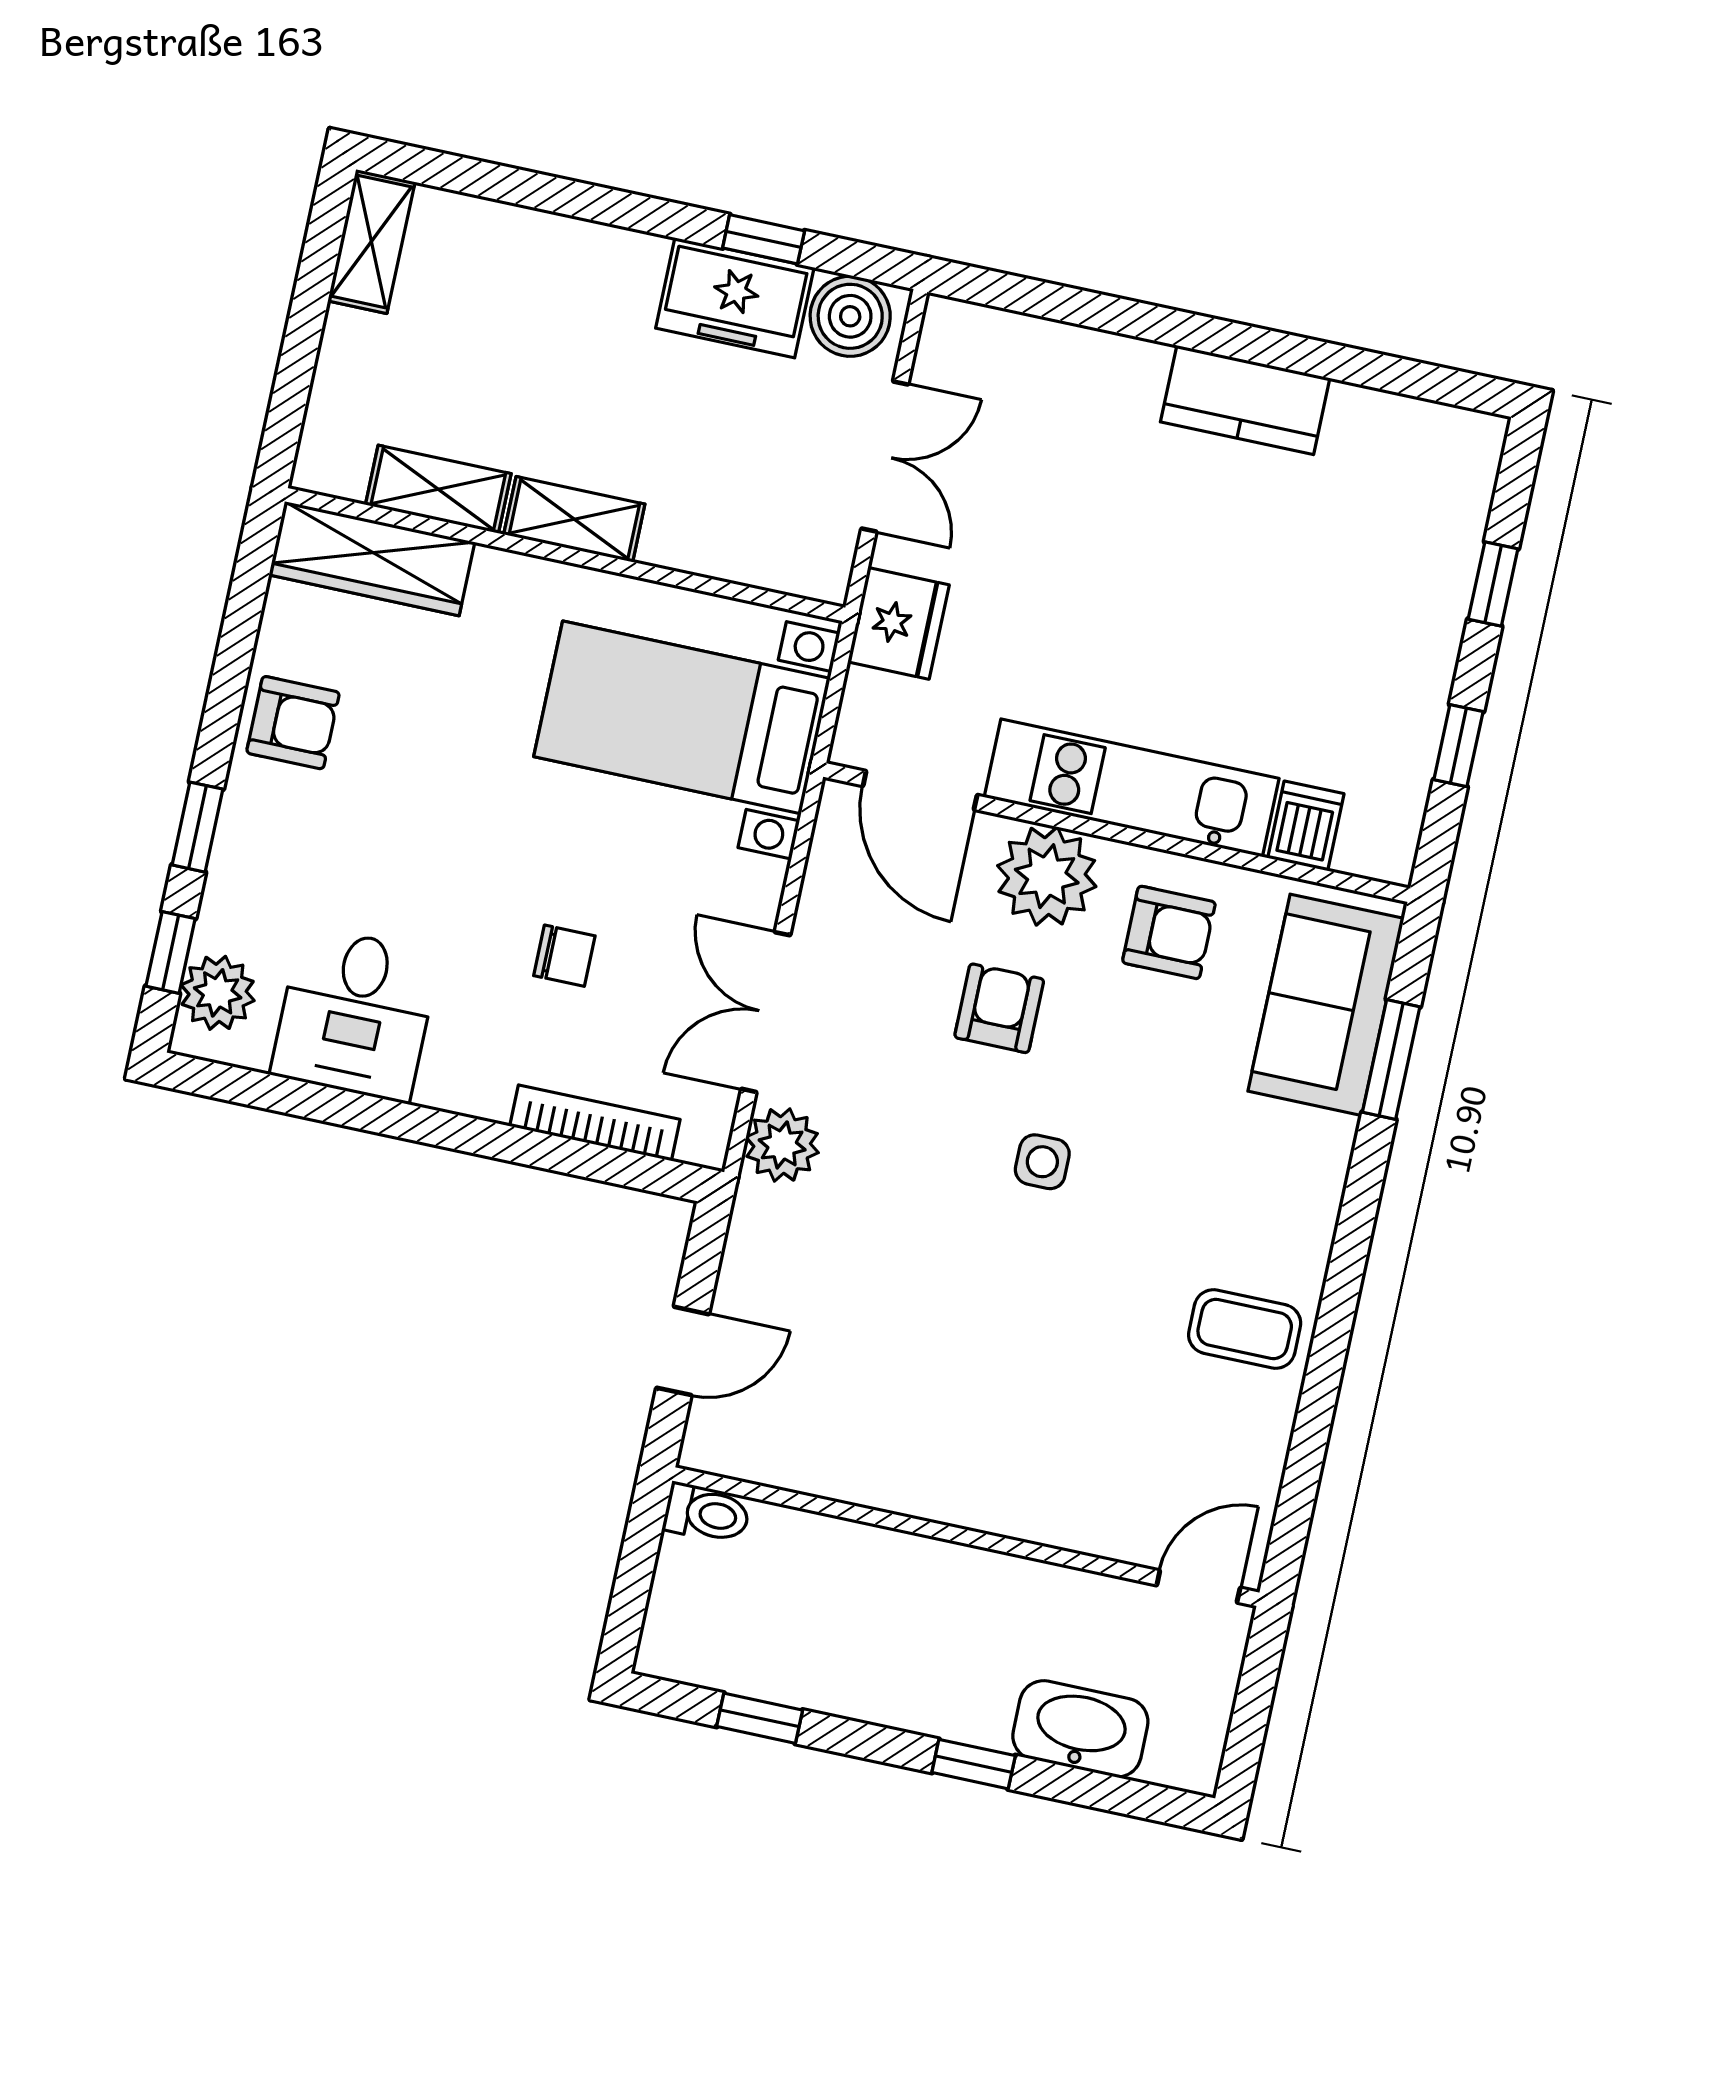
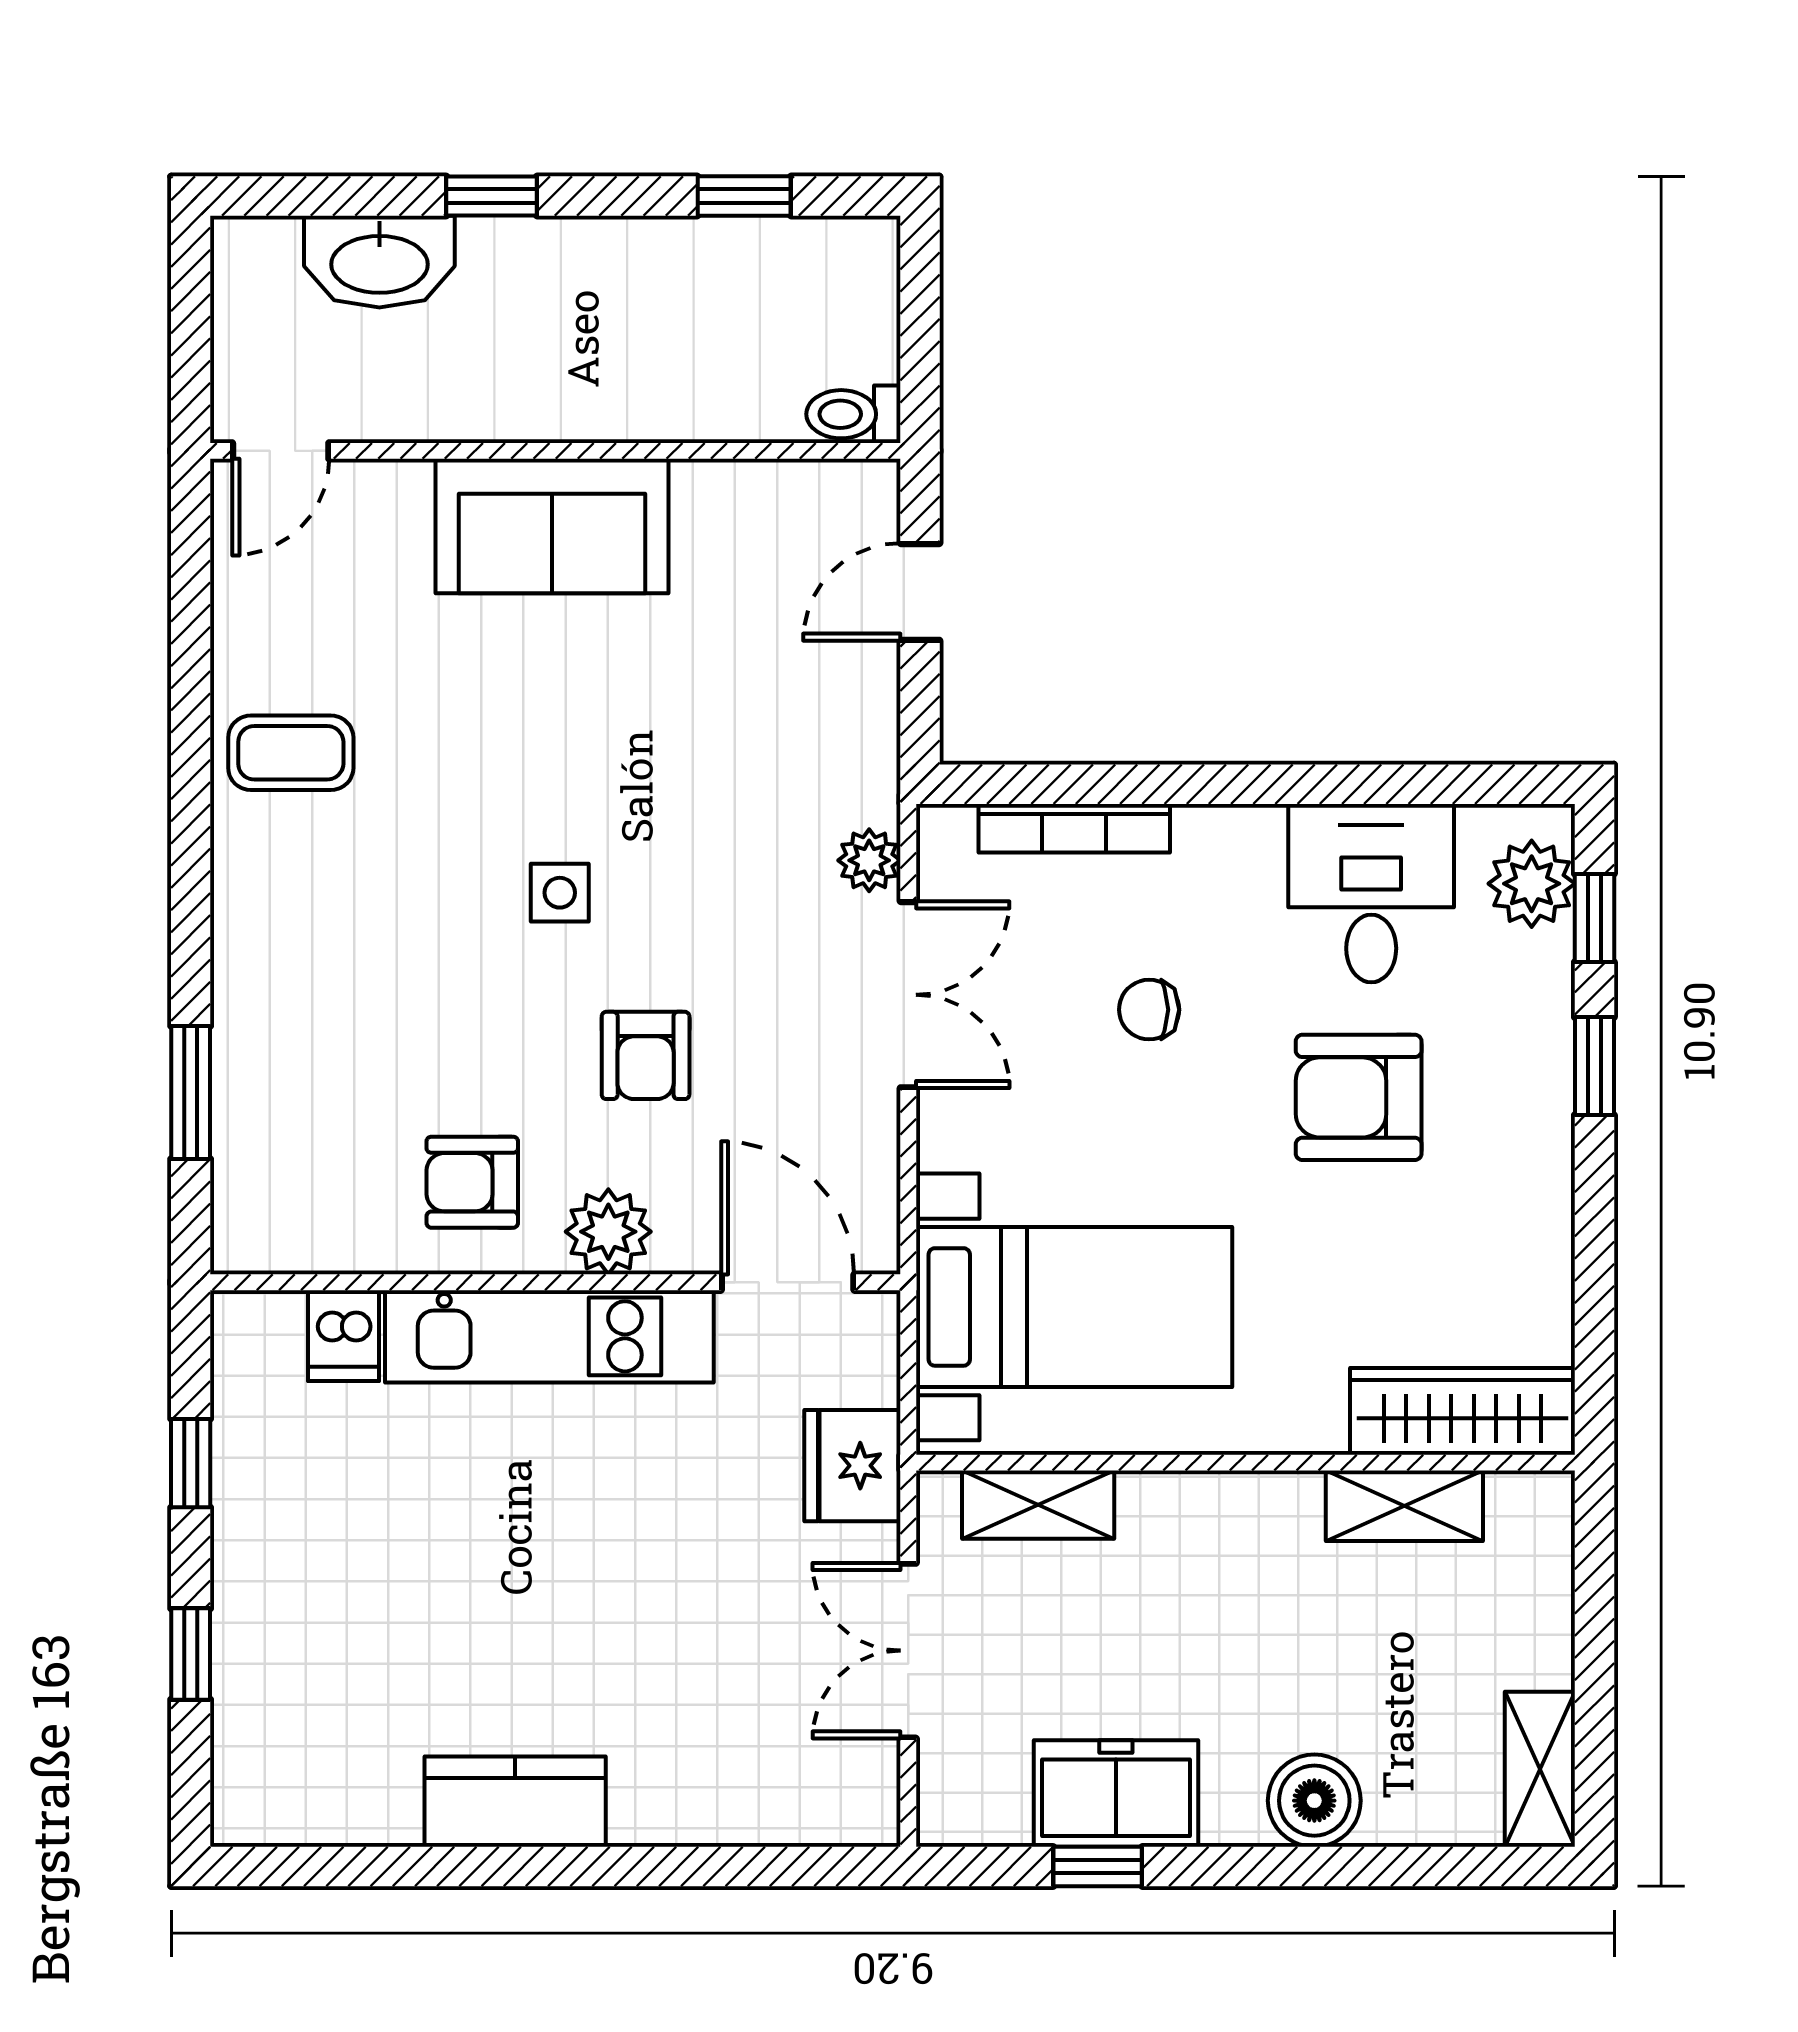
boiler: (850, 316) -> (1314, 1801), moved
shelving: (574, 519) -> (1038, 1505), moved
armchair: (293, 723) -> (1359, 1097), moved, width x1.38, depth x1.38
plant: (1047, 876) -> (608, 1232), width x0.73, depth x0.73
sofa: (1326, 1005) -> (552, 526), moved, turned 90
plant: (782, 1145) -> (869, 860), width x0.73, depth x0.73

